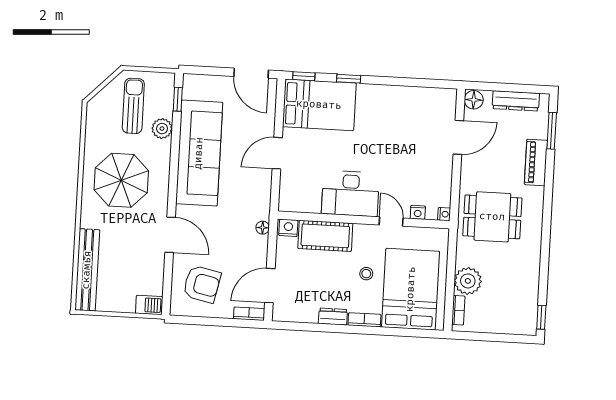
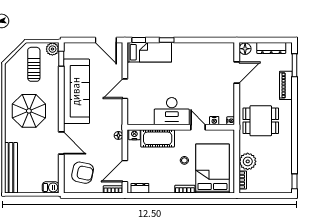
bed: (319, 105) -> (149, 52), width x0.67
plant: (162, 129) -> (52, 49), moved
dresser: (333, 317) -> (140, 188), moved

